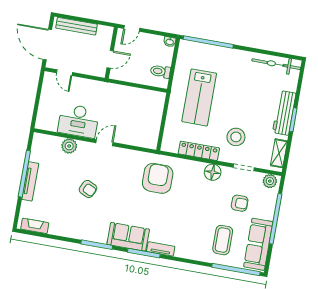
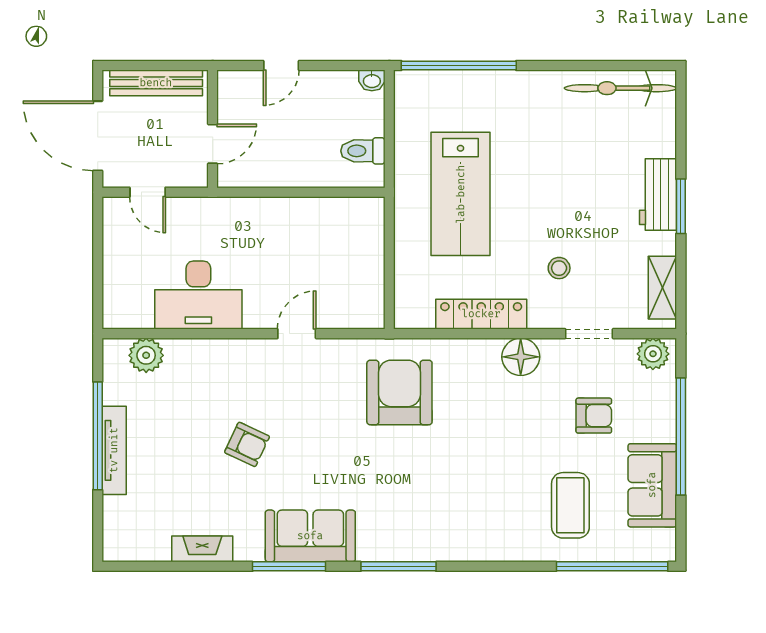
wall: (111, 53) -> (213, 129), moved
door: (110, 59) -> (213, 144), moved
workbench: (284, 113) -> (658, 194), width x0.73
stool: (236, 137) -> (559, 268), width x0.53, depth x0.53
door: (104, 143) -> (297, 334), moved
plant: (69, 146) -> (146, 355), moved
fireplace: (35, 226) -> (202, 549), moved
sofa: (128, 237) -> (310, 536), moved
sofa: (258, 244) -> (652, 485), width x0.73
tv unit: (161, 249) -> (435, 550), removed

